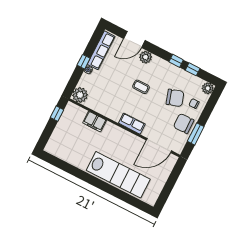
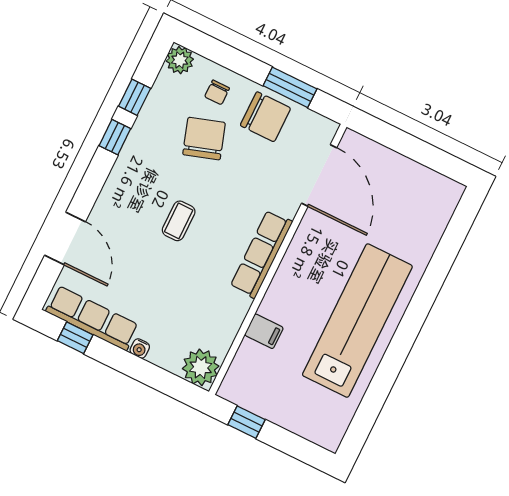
plant: (146, 57) -> (107, 211), removed
window: (84, 62) -> (75, 338), moved
filing cabinet: (95, 121) -> (264, 331), width x0.50
row of seats: (132, 124) -> (261, 254), width x1.48
chair: (184, 124) -> (265, 117), turned -89
lab bench: (118, 175) -> (357, 321), moved

